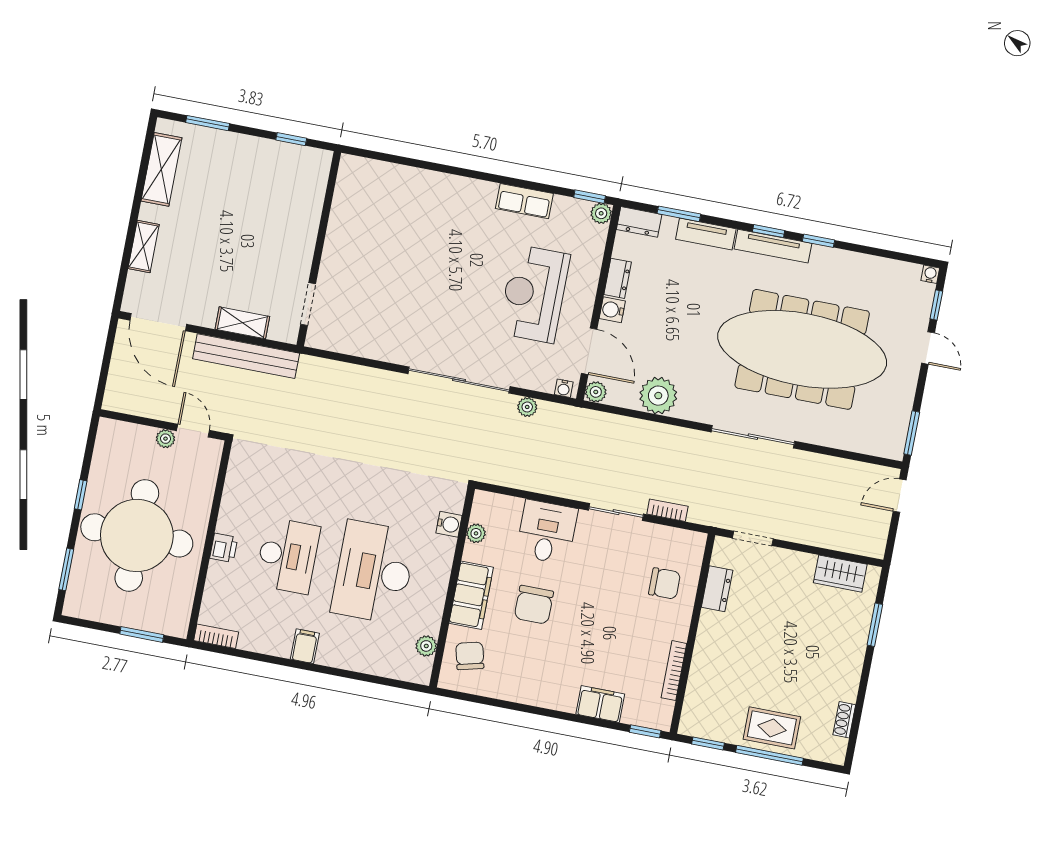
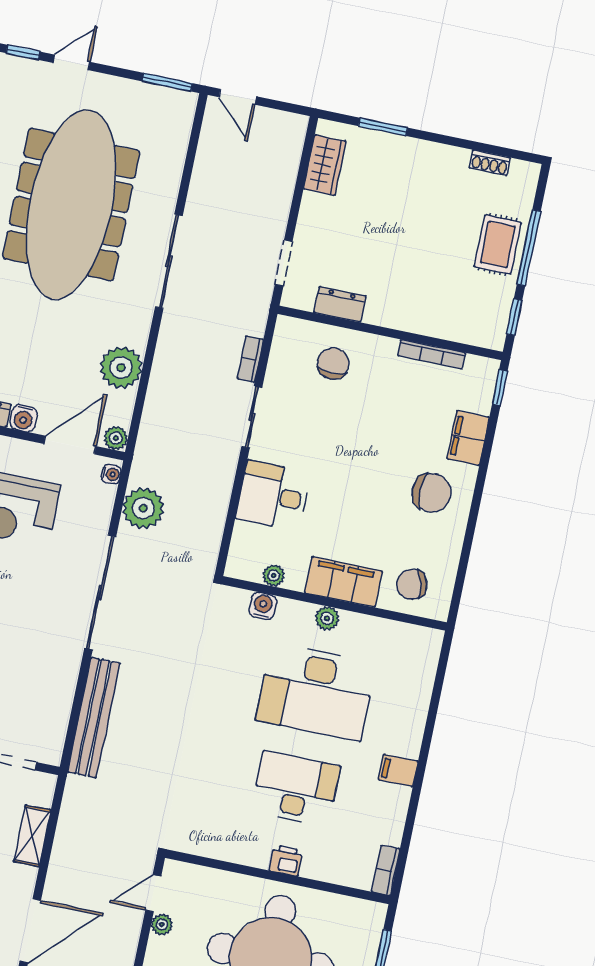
bench: (246, 356) -> (94, 718), moved
plant: (527, 407) -> (143, 508), width x1.88, depth x1.88
chair: (534, 605) -> (432, 493), moved
plant: (426, 646) -> (327, 618), moved

